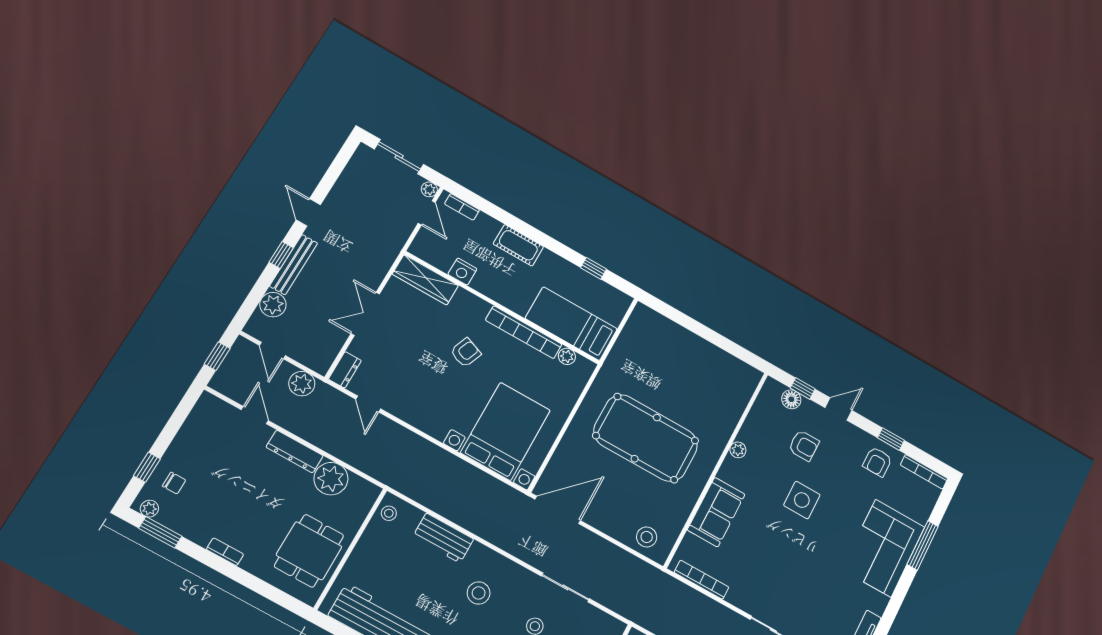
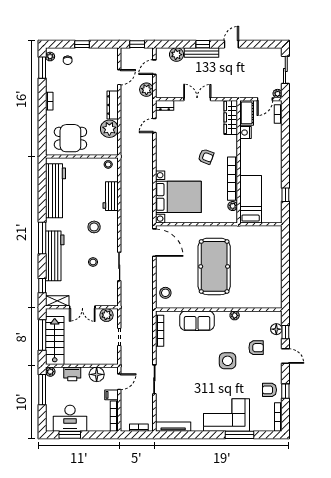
cot: (518, 245) -> (247, 113), moved
armchair: (804, 445) -> (256, 348), turned -90
window: (147, 467) -> (82, 44), moved

